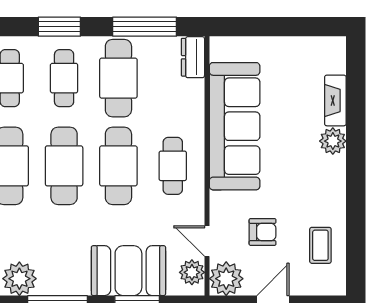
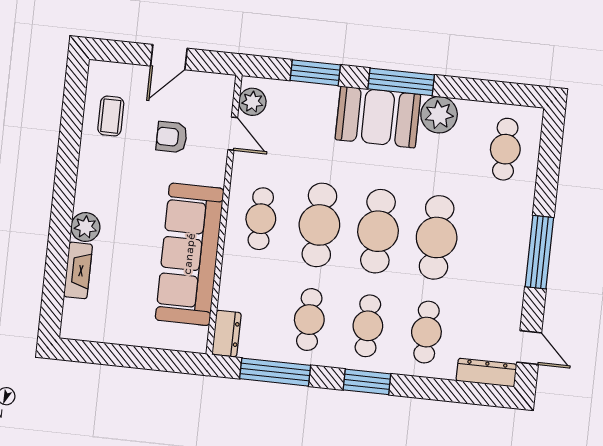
cafe table: (118, 78) -> (309, 320), width x0.73, depth x0.74
booth: (128, 271) -> (378, 117), moved
plant: (226, 279) -> (216, 91), removed

